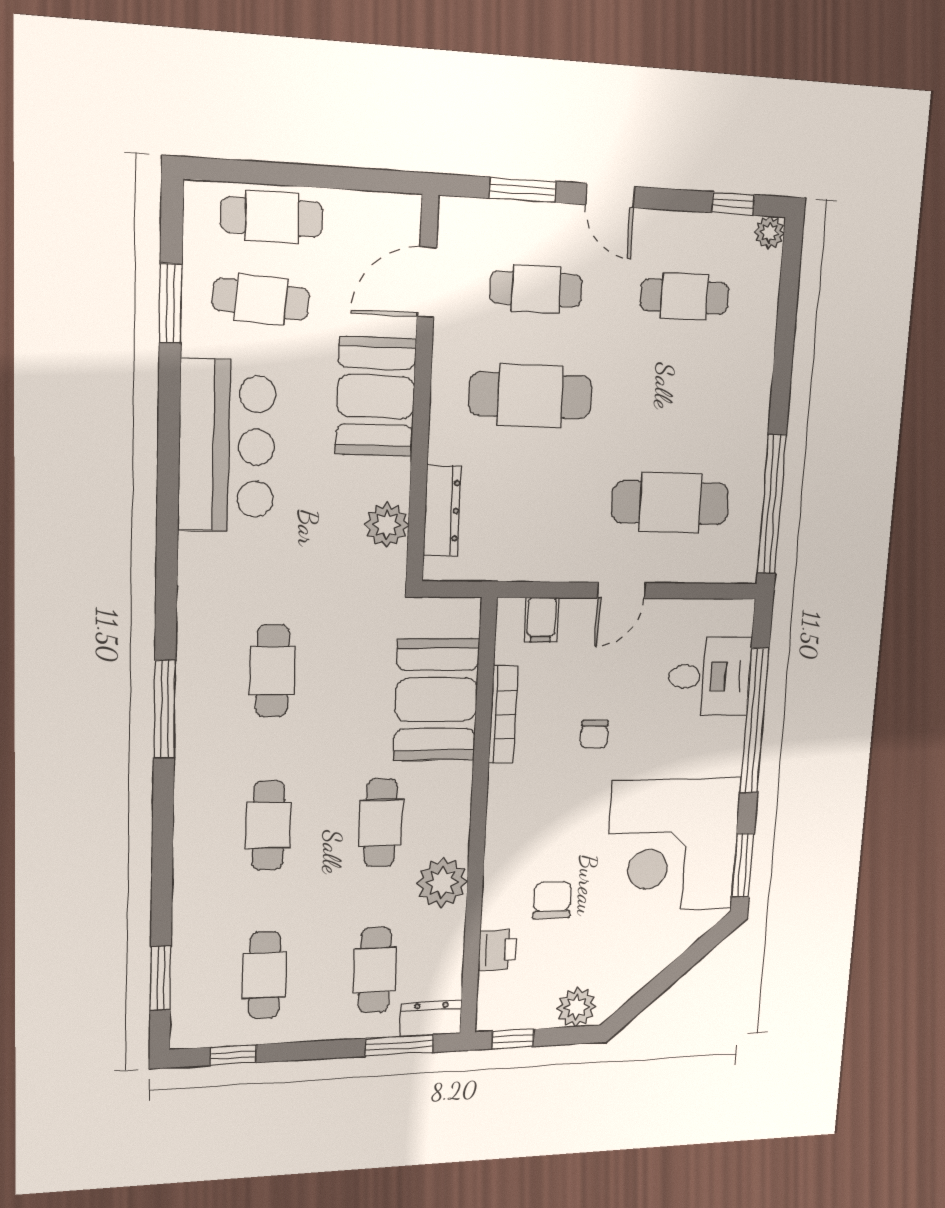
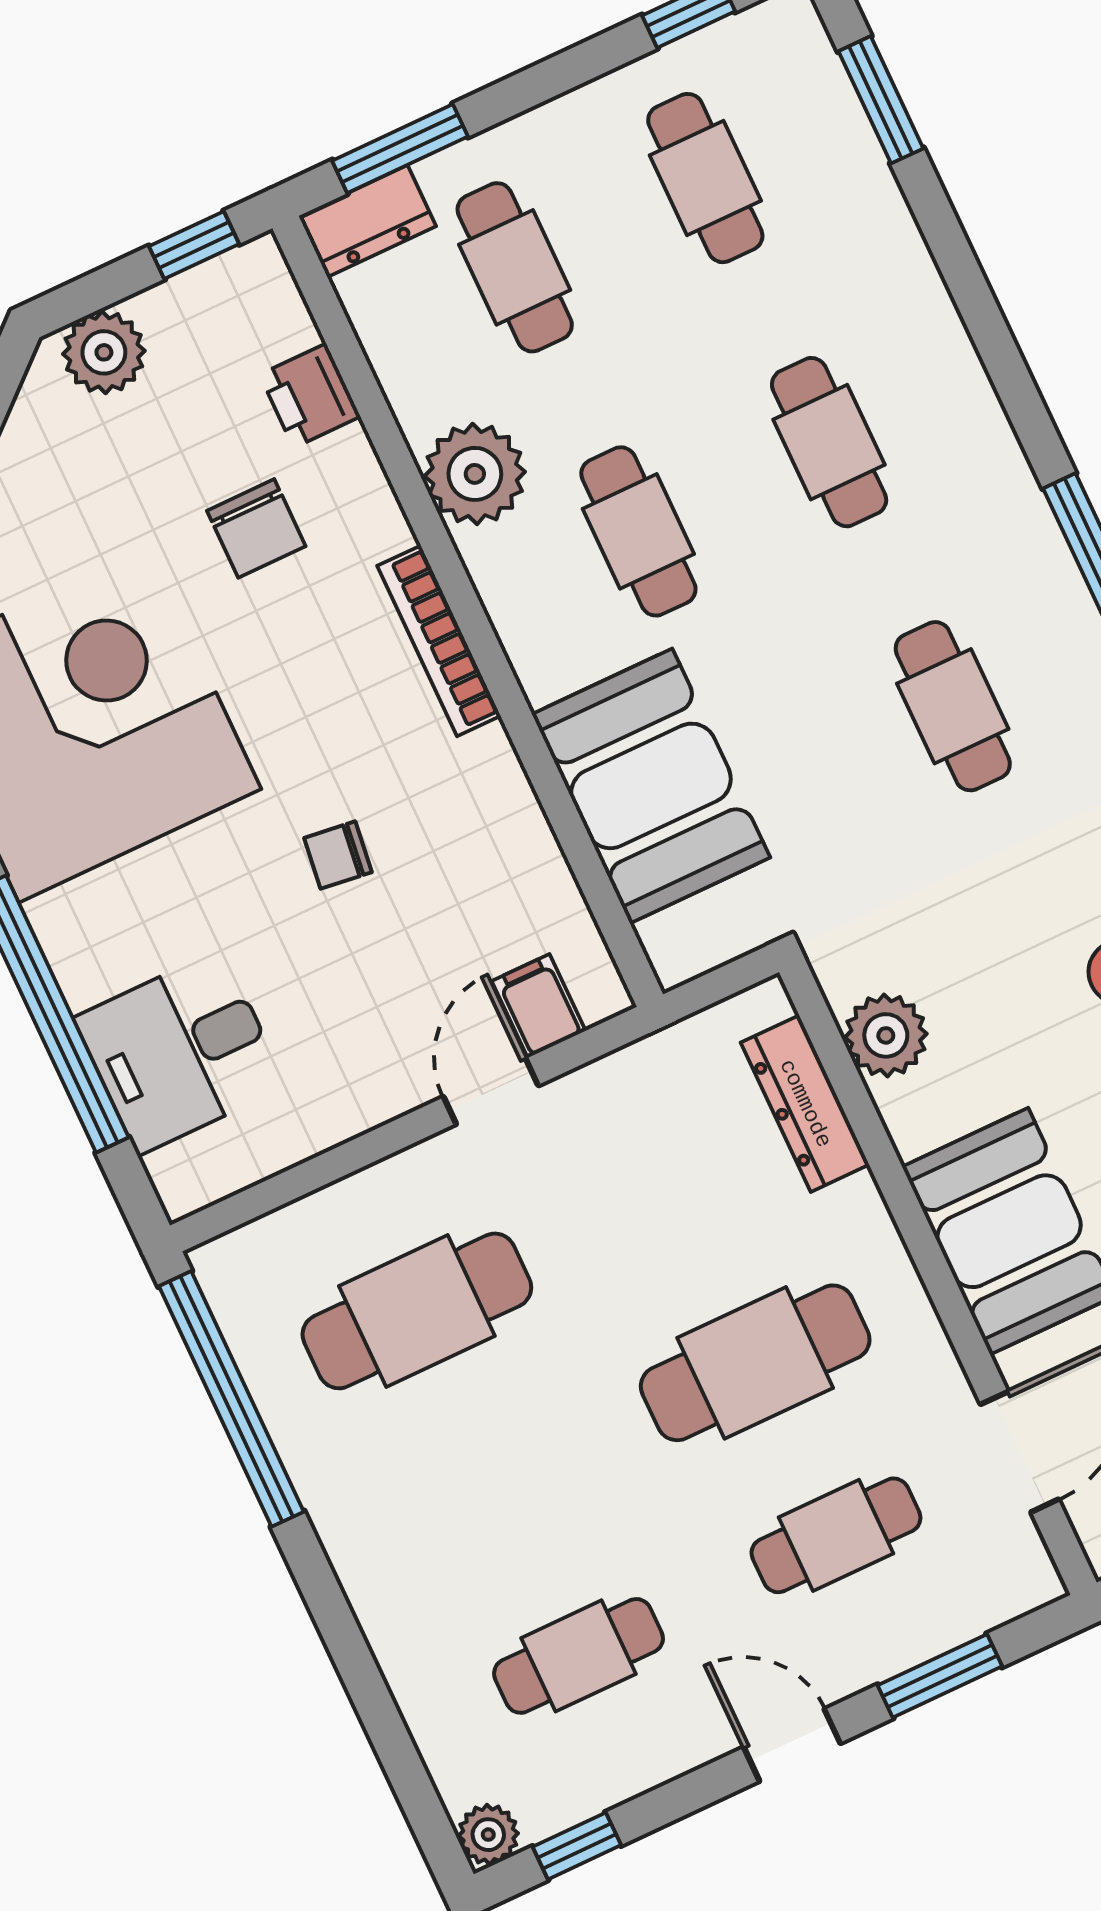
door: (621, 590) -> (491, 1091), moved
bookcase: (503, 715) -> (439, 641), moved
chair: (594, 734) -> (338, 855), turned -83

